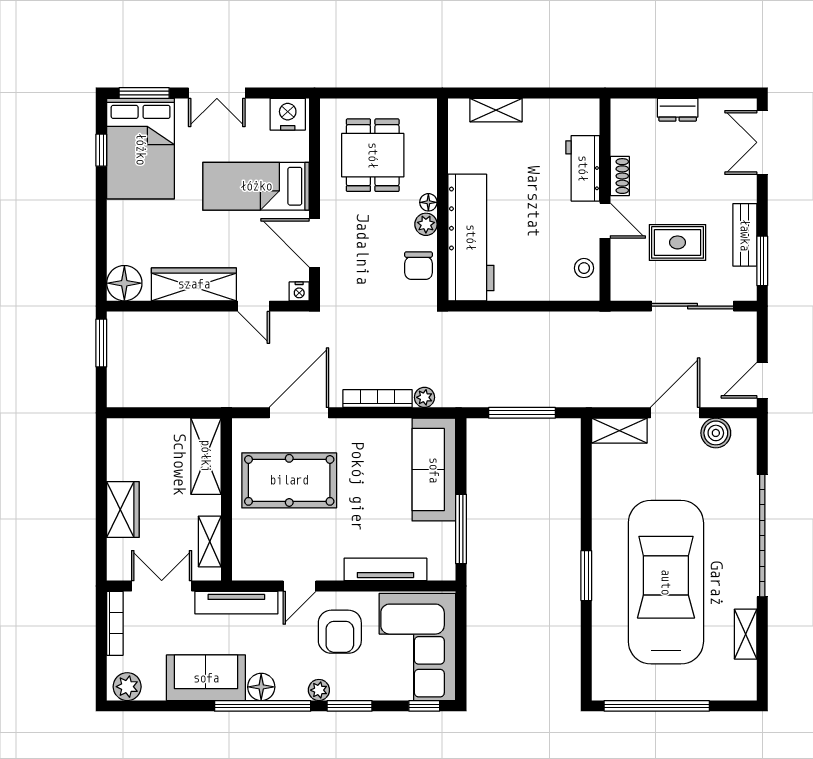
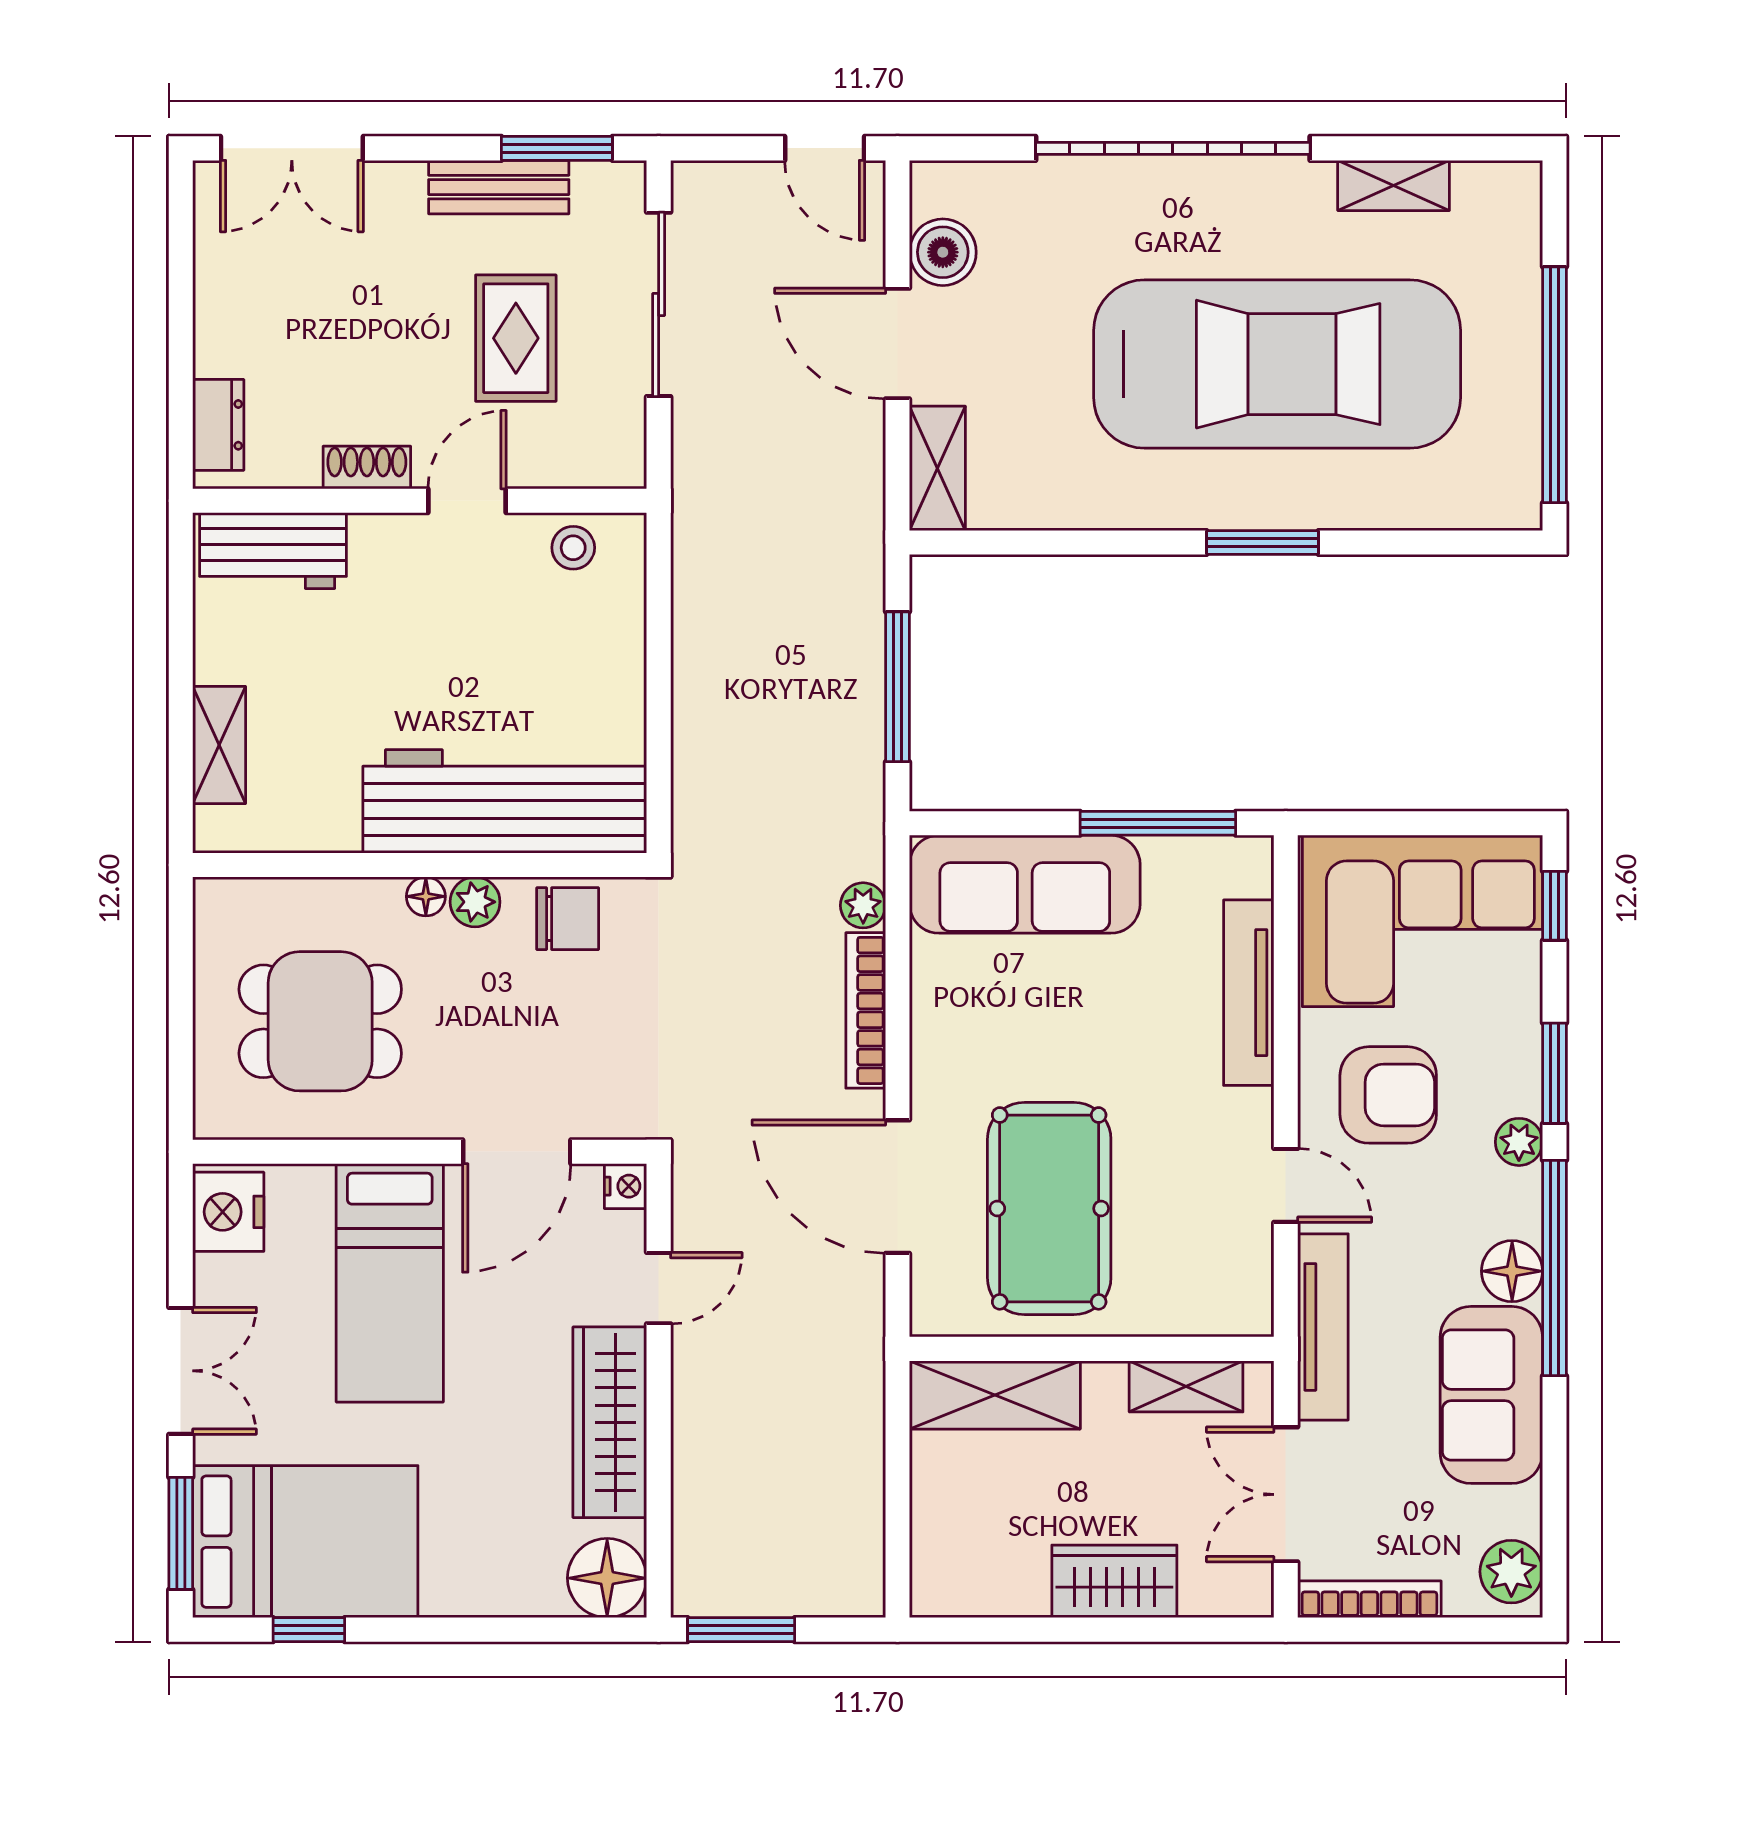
dresser: (678, 110) -> (218, 425), moved
workbench: (583, 168) -> (273, 551), moved
car: (666, 582) -> (1277, 364), turned 180

